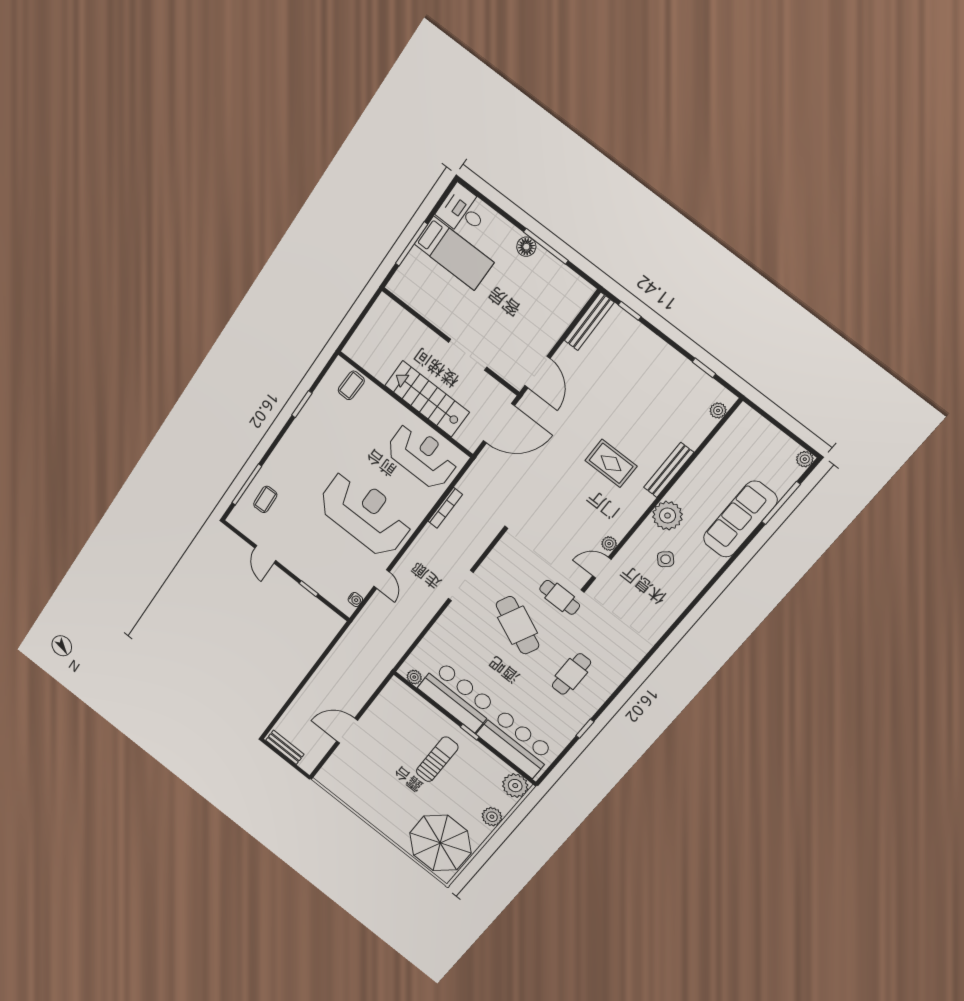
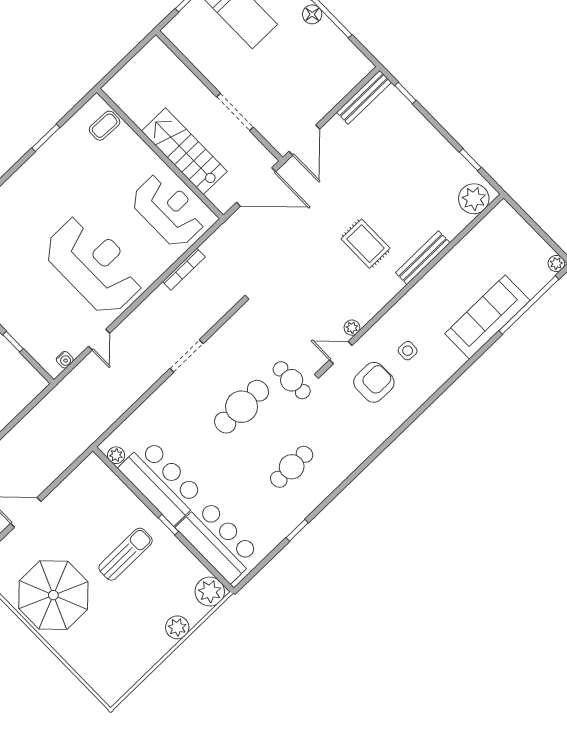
plant: (718, 411) -> (474, 199), width x1.87, depth x1.87
window: (781, 503) -> (529, 305), width x1.46
plant: (667, 516) -> (416, 305), removed
side table: (666, 559) -> (408, 351), turned 45
armchair: (637, 592) -> (374, 382), added
cafe table: (518, 625) -> (242, 407), turned 65
parasol: (440, 843) -> (53, 595), moved

